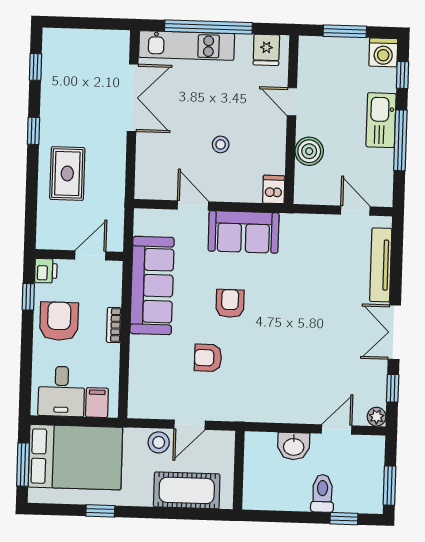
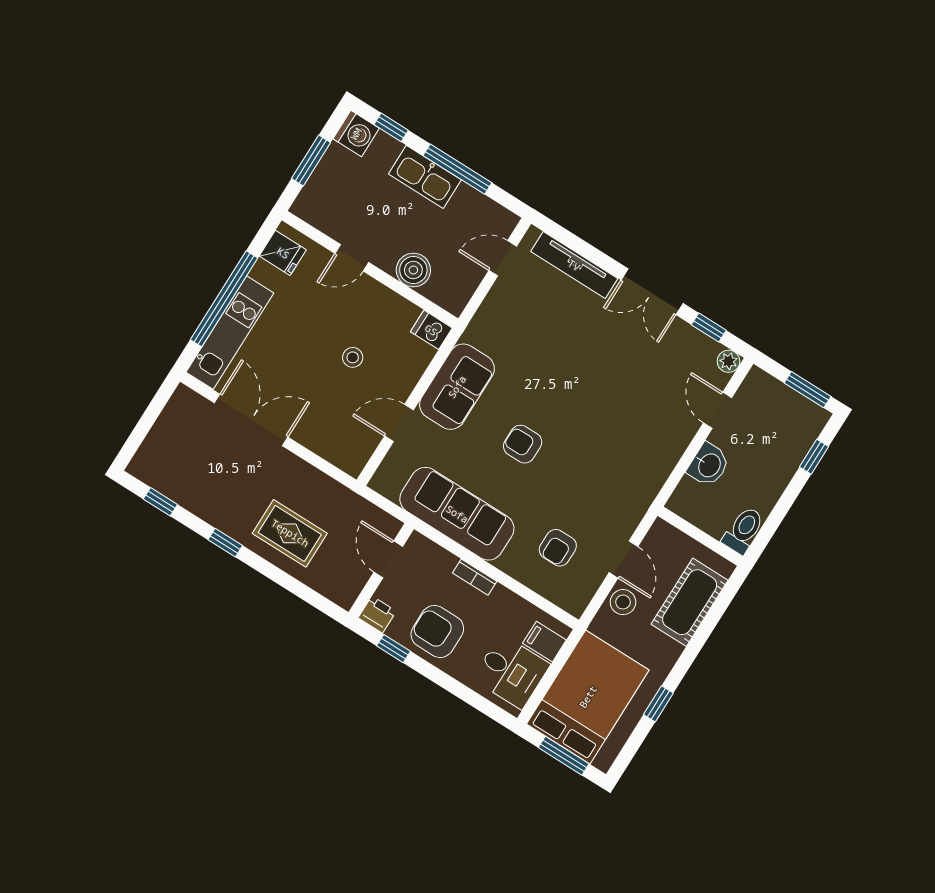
armchair: (208, 358) -> (558, 548), moved
toilet: (322, 493) -> (743, 530), moved, turned 90

